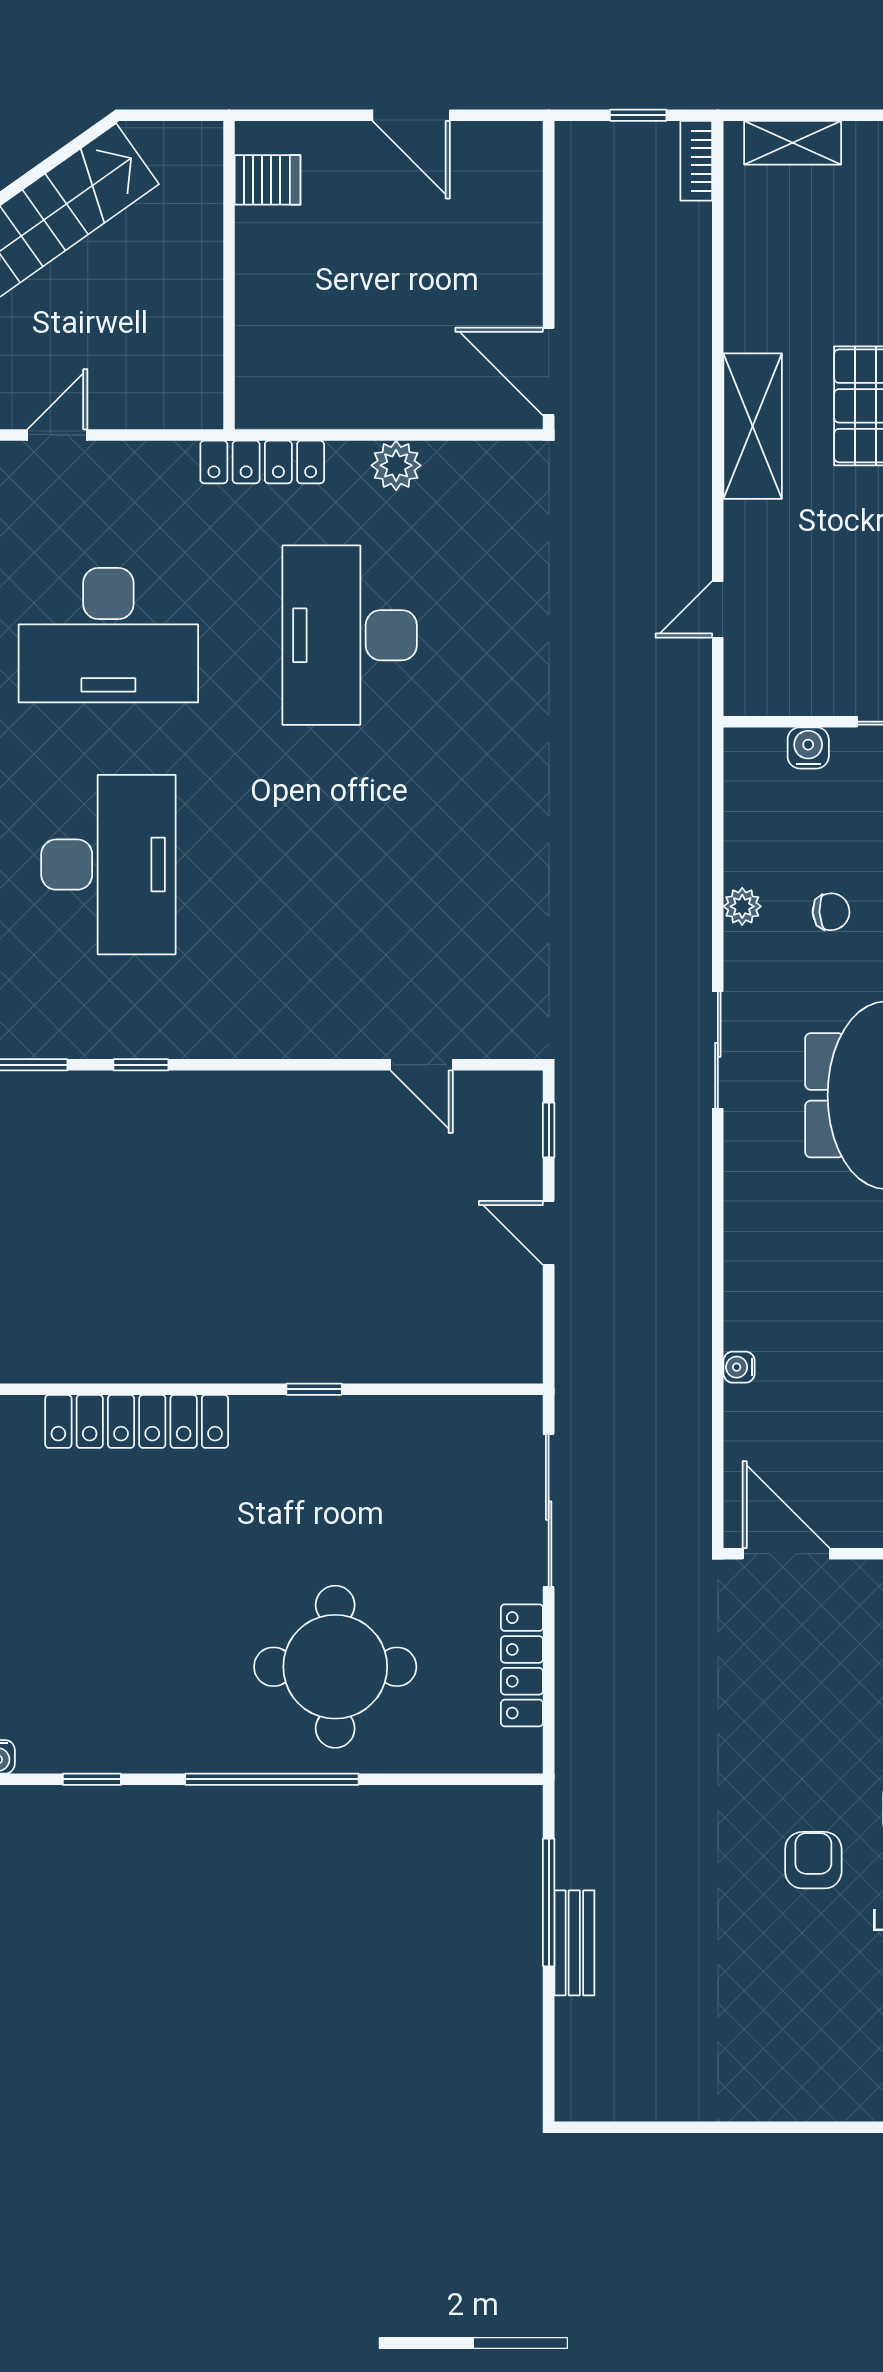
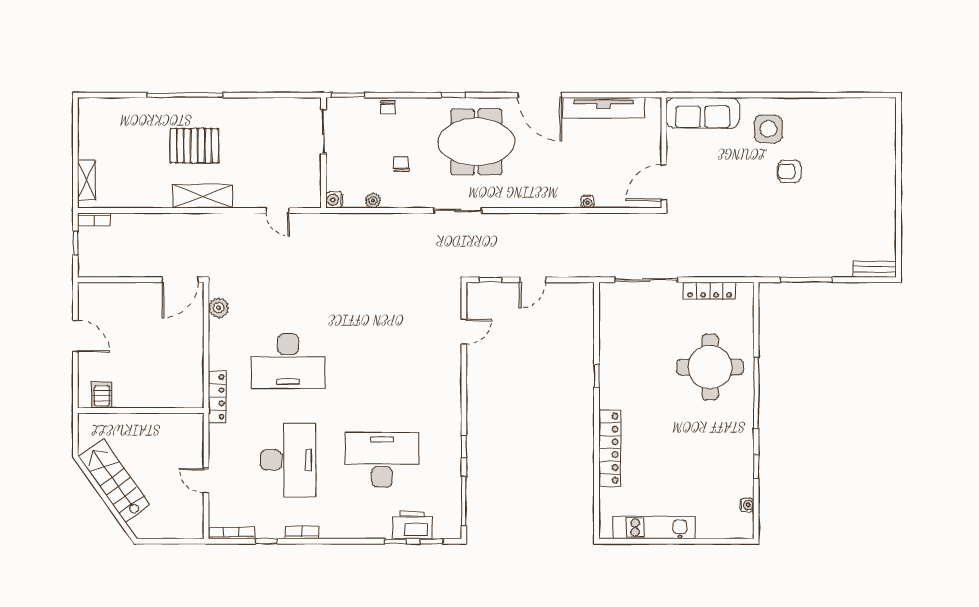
door: (411, 115) -> (75, 336), hinge flipped
plant: (396, 465) -> (219, 308), moved
water cooler: (808, 748) -> (334, 200), moved
plant: (742, 906) -> (373, 201), moved
bench: (574, 1943) -> (875, 269), moved

